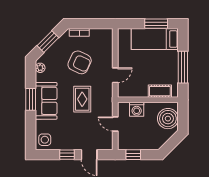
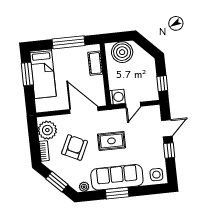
plant: (99, 38) -> (47, 130), added
door: (115, 75) -> (84, 110), width x1.87
sofa: (46, 101) -> (117, 177), width x1.36
washing machine: (137, 109) -> (117, 97), moved

